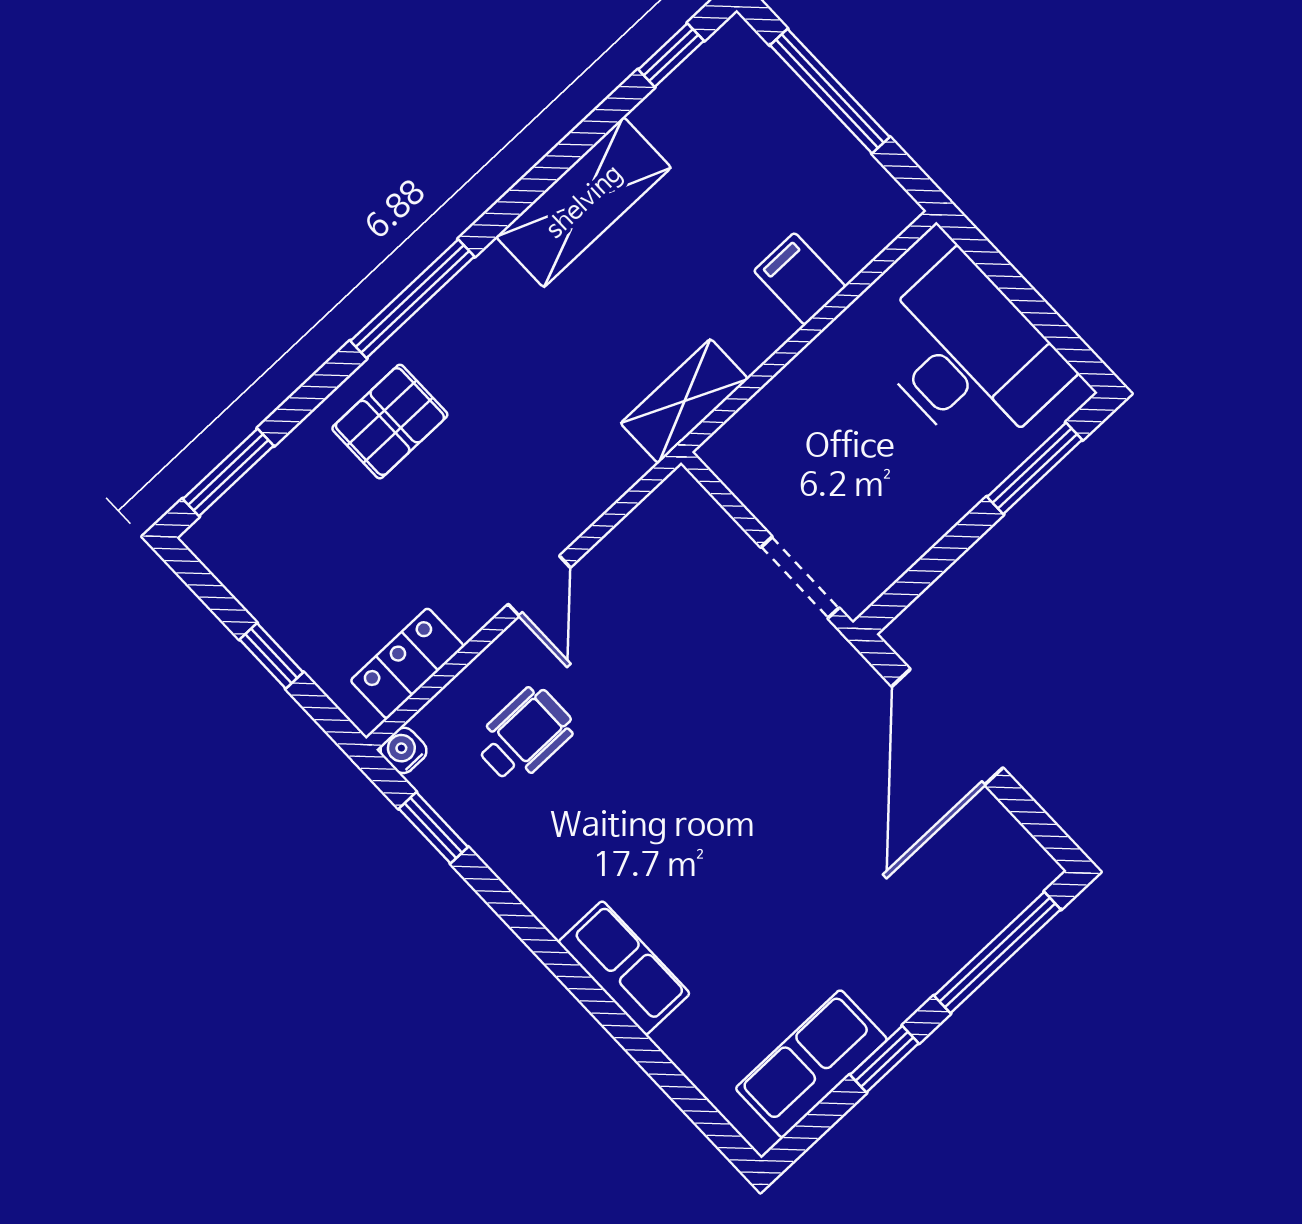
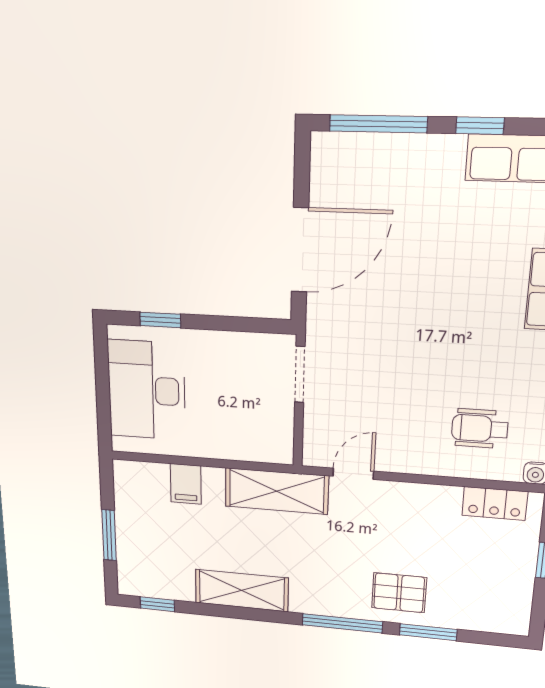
window: (830, 91) -> (109, 535), width x0.69
shelving: (684, 401) -> (277, 491), width x1.50, depth x1.33
window: (1035, 468) -> (160, 320), width x0.67
window: (228, 472) -> (428, 632), moved
door: (539, 586) -> (353, 474), moved

